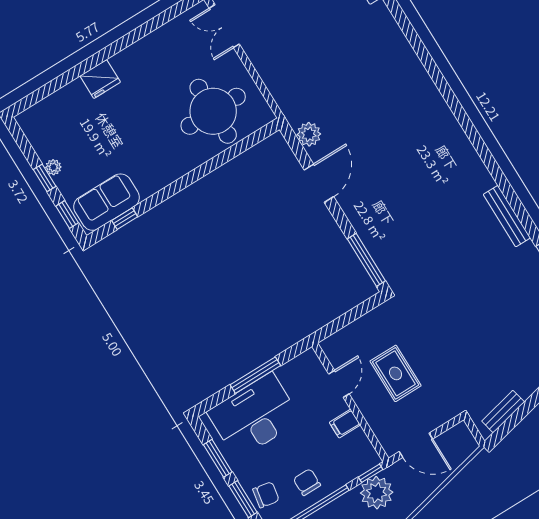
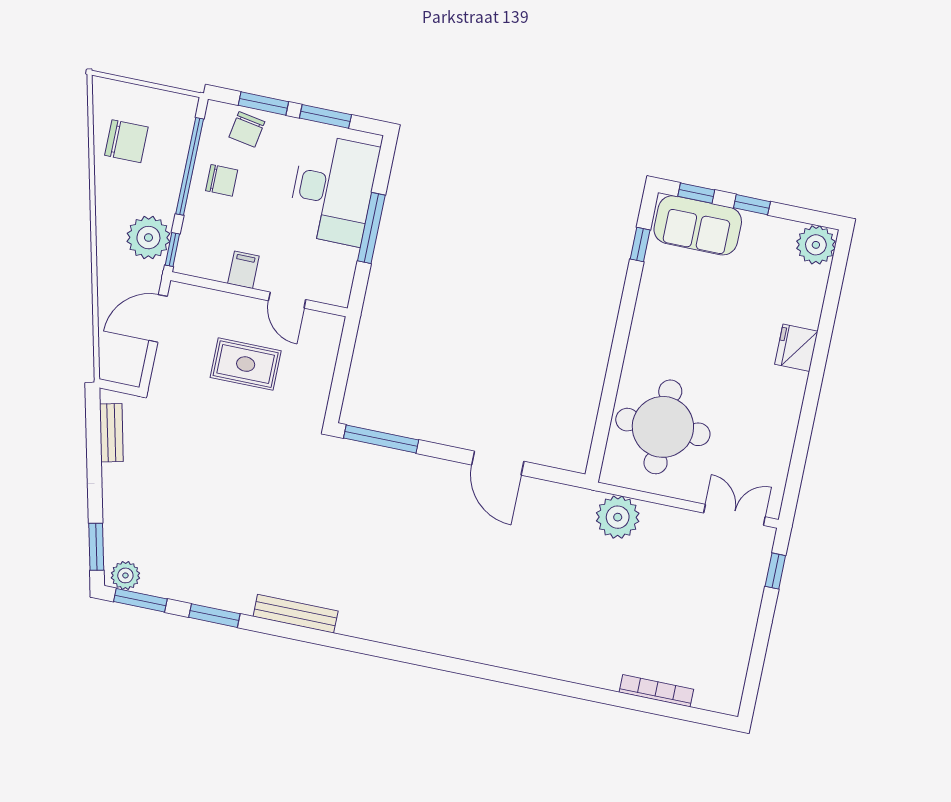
plant: (309, 134) -> (618, 517), moved, width x1.36, depth x1.36
plant: (53, 167) -> (816, 245), moved, width x1.87, depth x1.87
sofa: (107, 202) -> (698, 225), moved, turned 90

